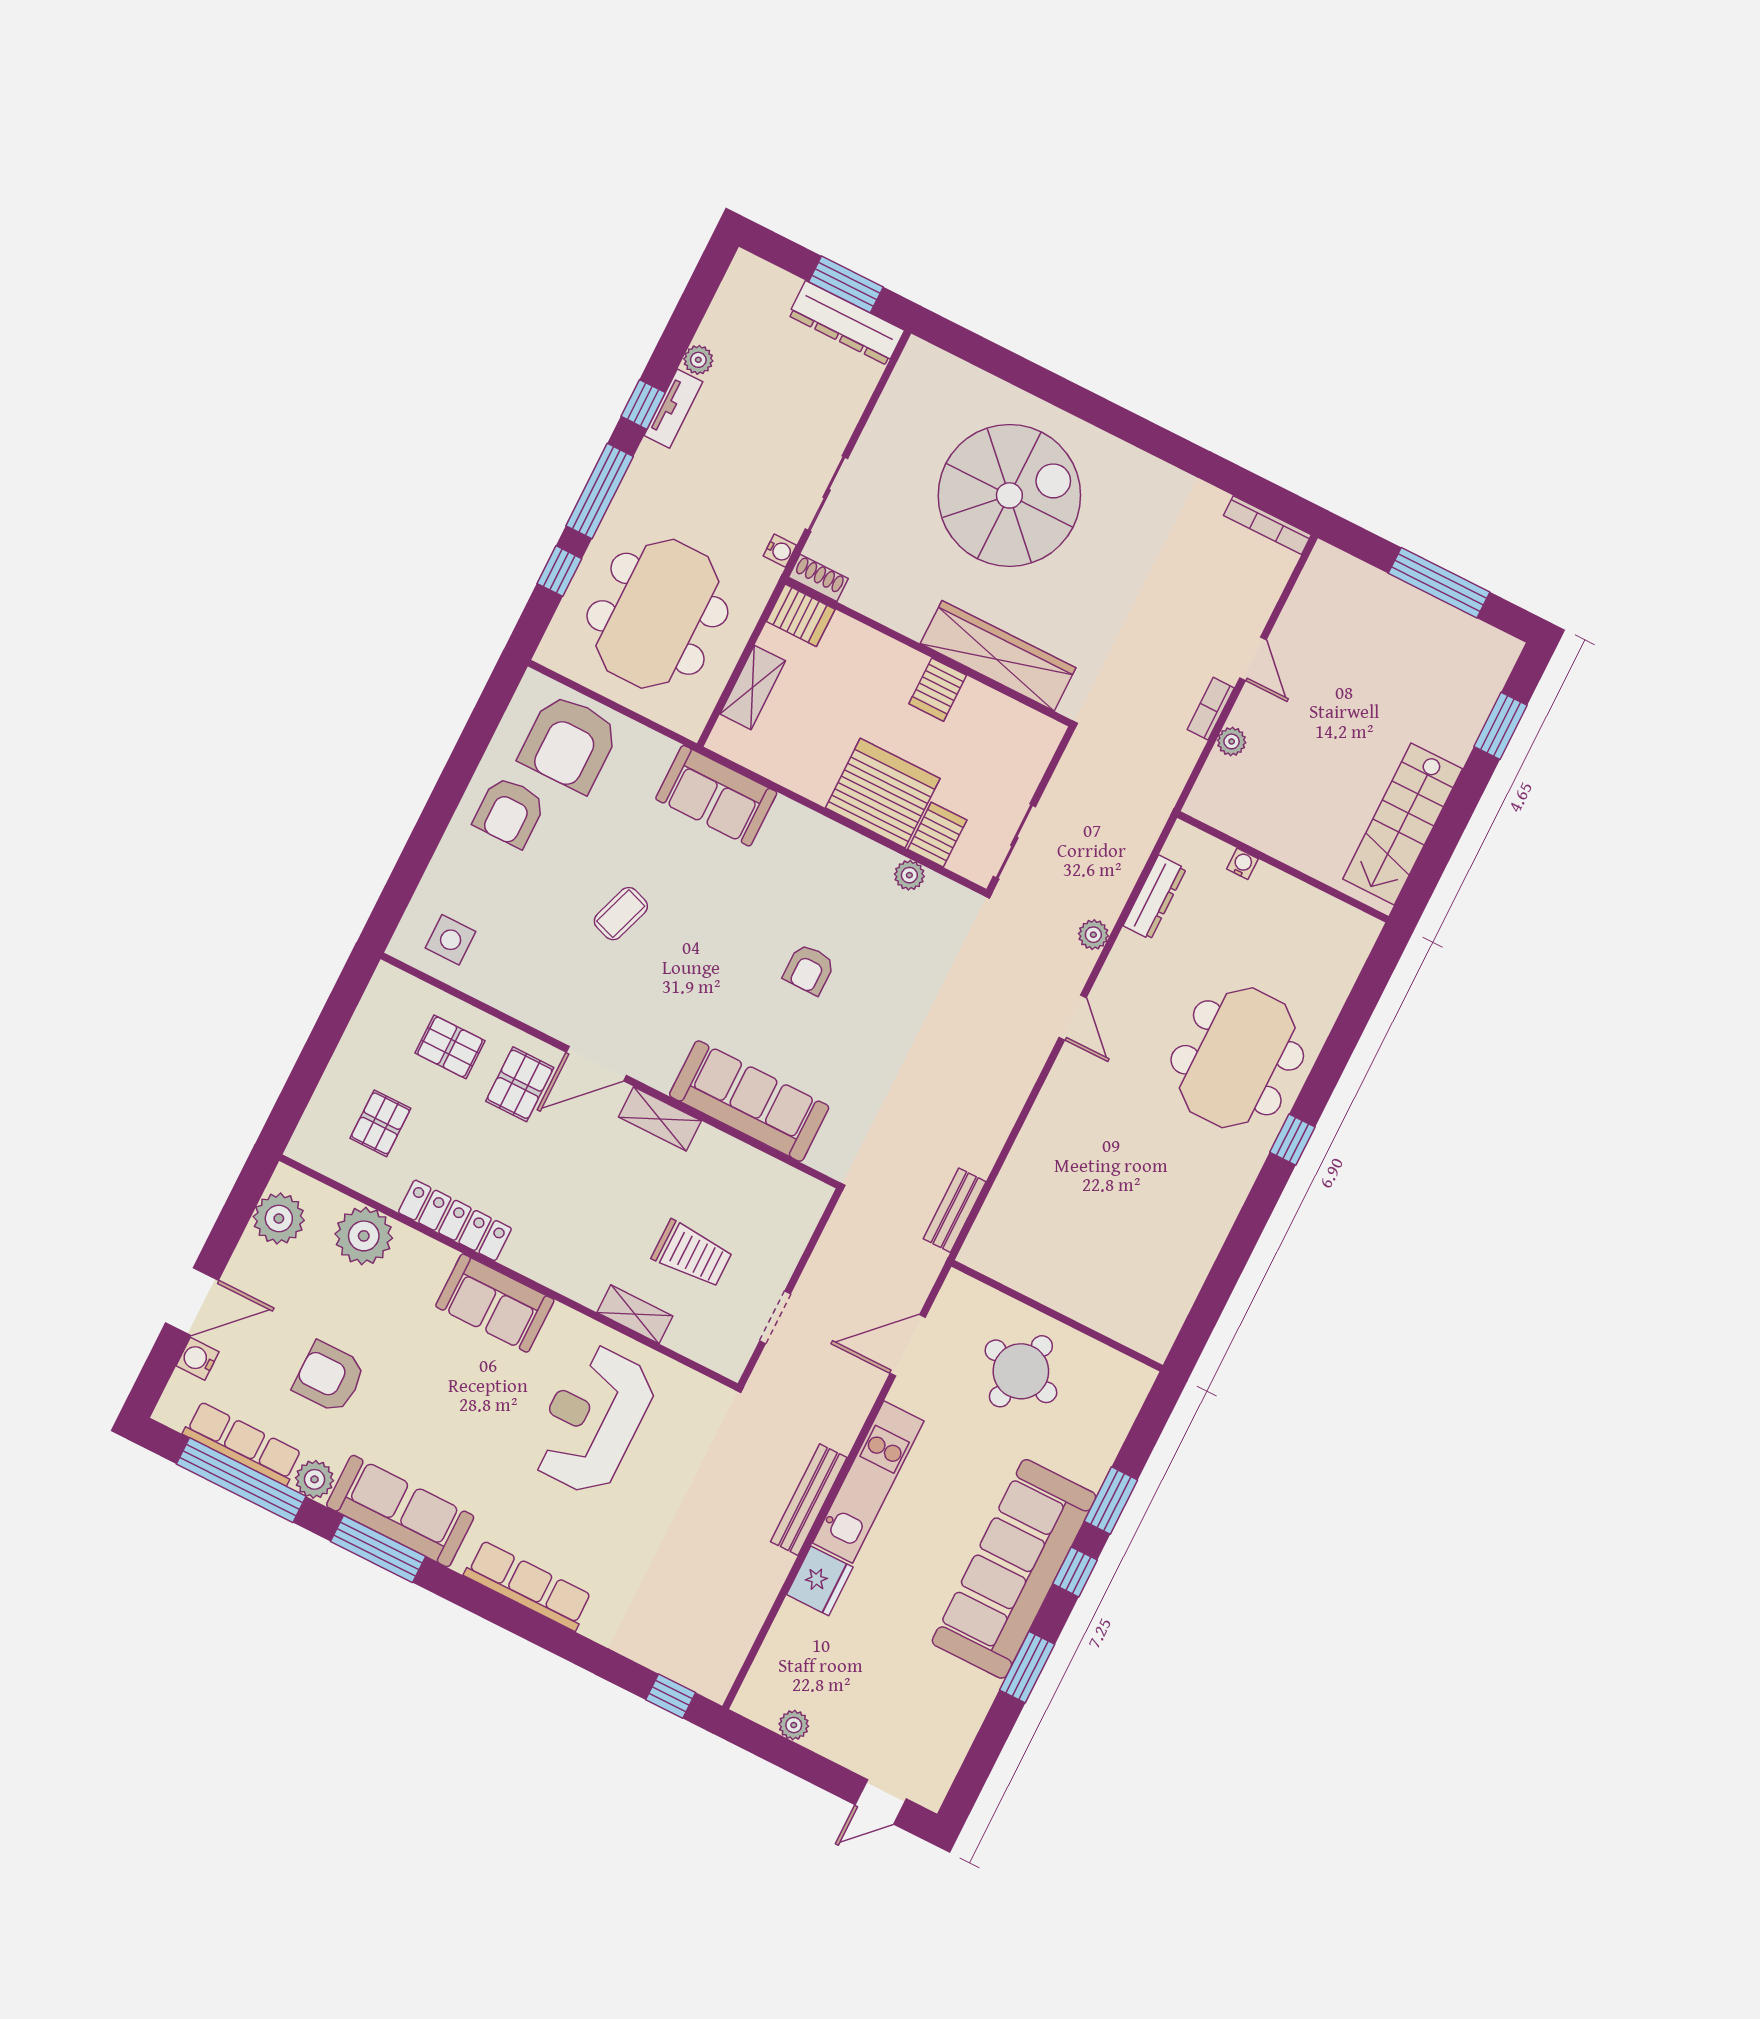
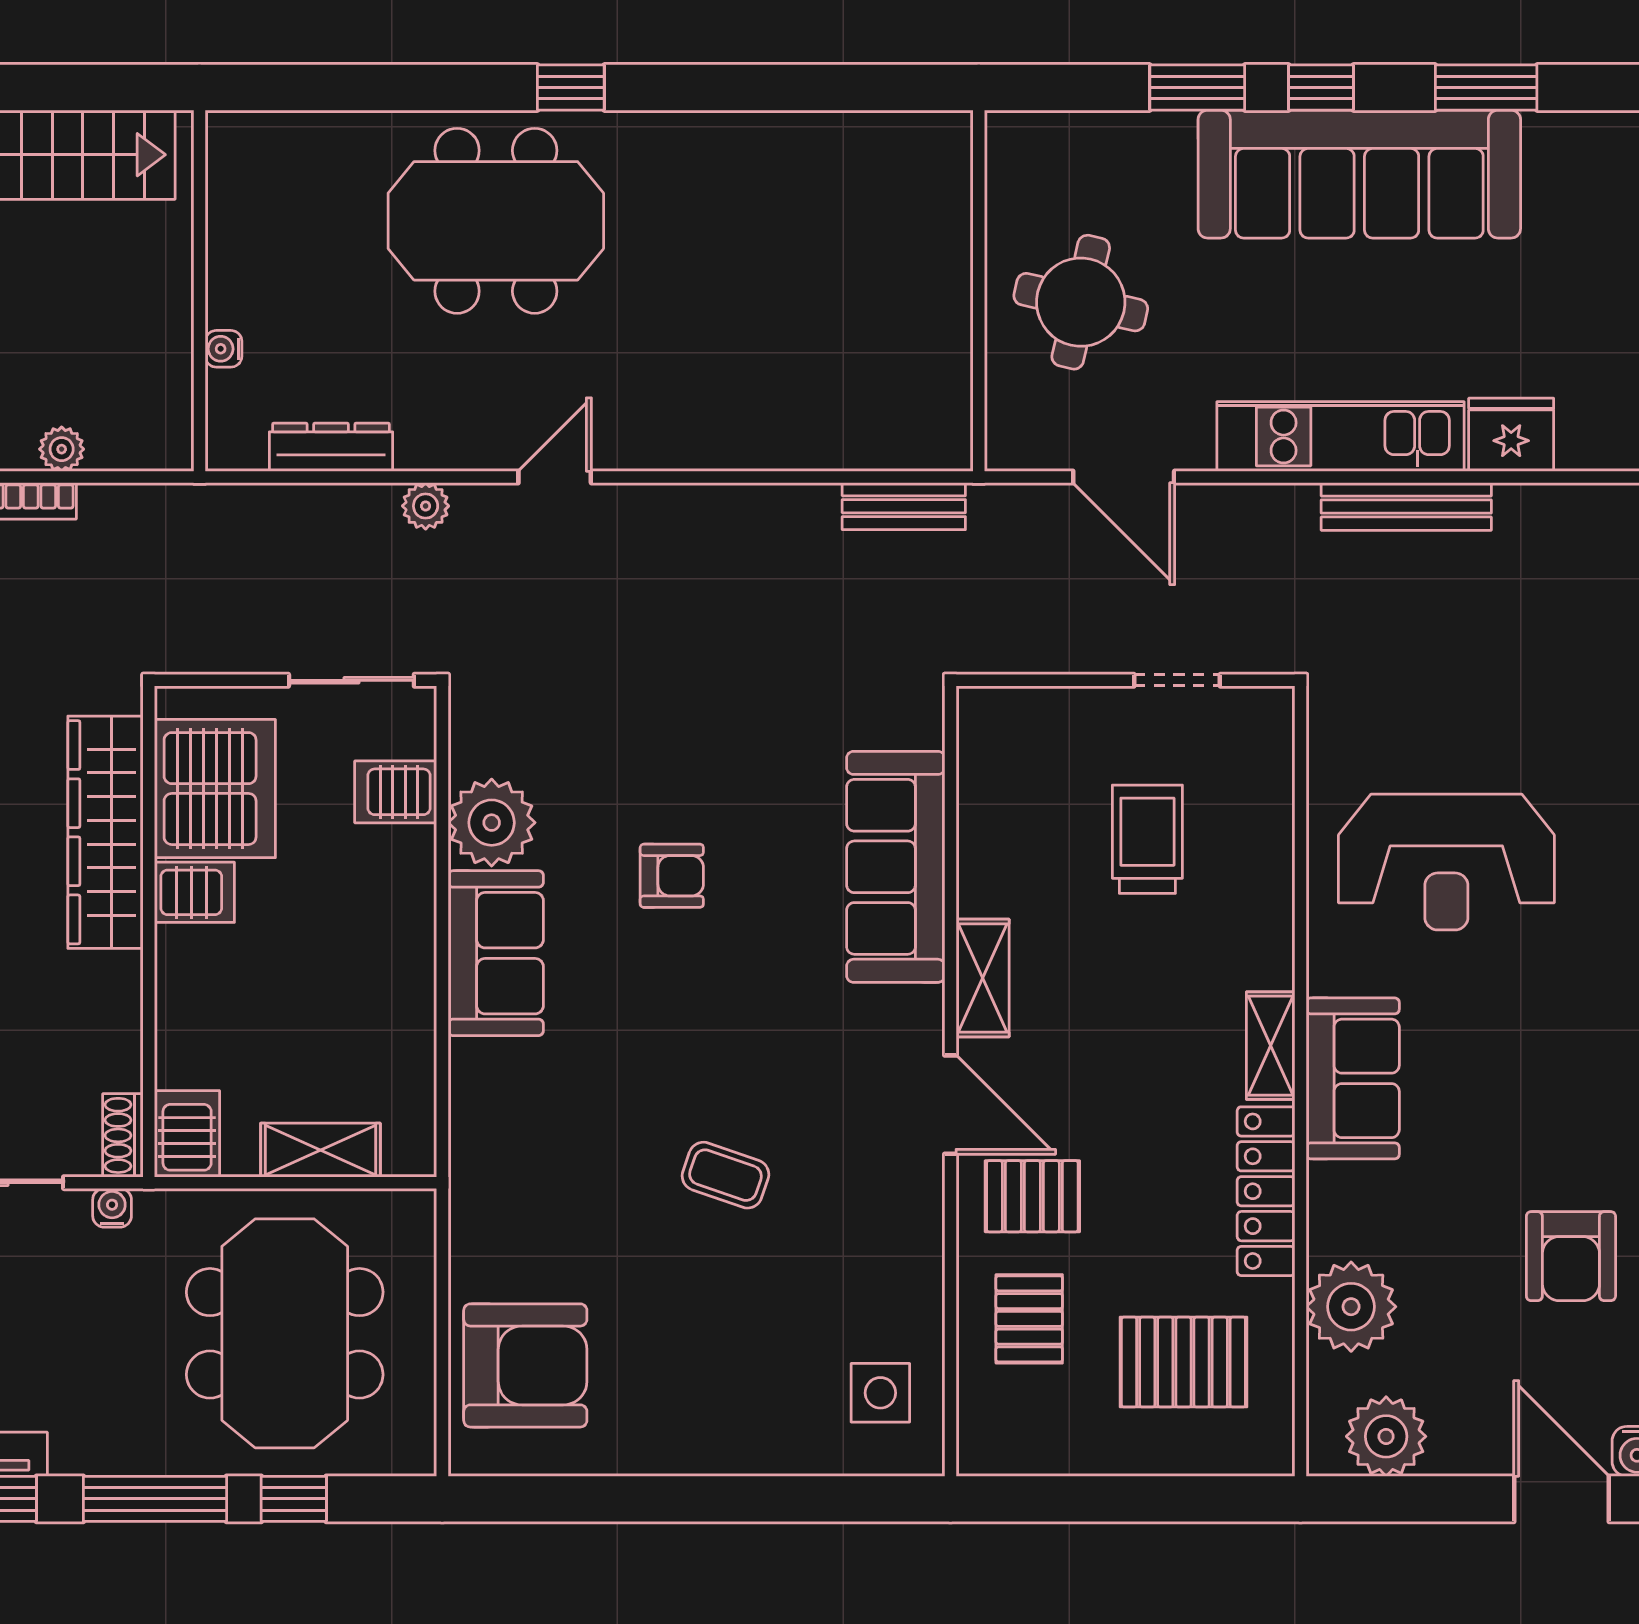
meeting table: (657, 614) -> (285, 1333), turned 90
server rack: (883, 793) -> (215, 789), moved, turned 180
sofa: (716, 796) -> (496, 953), moved
armchair: (509, 812) -> (662, 1400), removed
plant: (909, 875) -> (492, 823), width x1.87, depth x1.87
pallet: (380, 1123) -> (1183, 1362), width x1.50, depth x1.42
shelving: (635, 1314) -> (1271, 1046), moved

